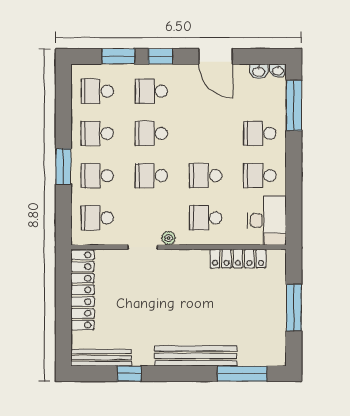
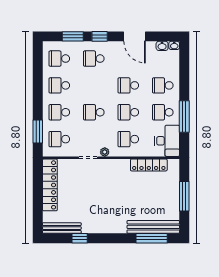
window: (294, 105) -> (184, 116), moved
school desk: (151, 133) -> (128, 85), moved
window: (63, 167) -> (38, 131), moved
bench: (196, 356) -> (153, 227), moved

